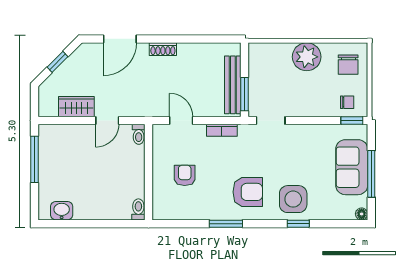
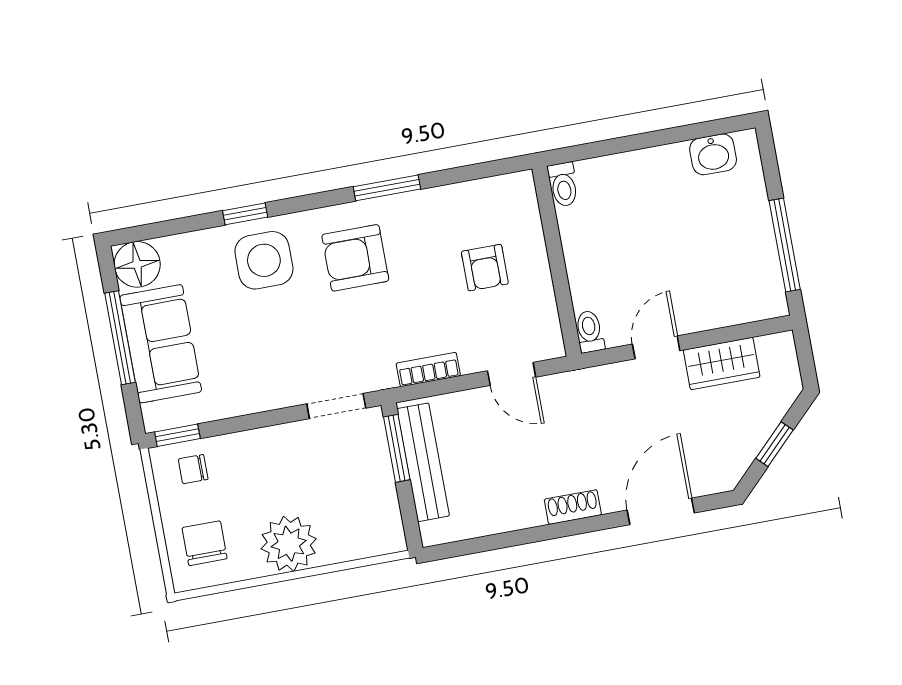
floor lamp: (362, 214) -> (137, 264), width x1.89, depth x1.89

